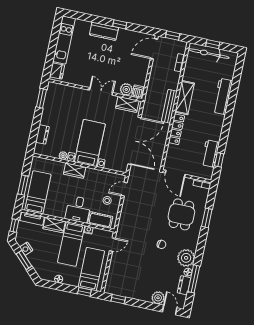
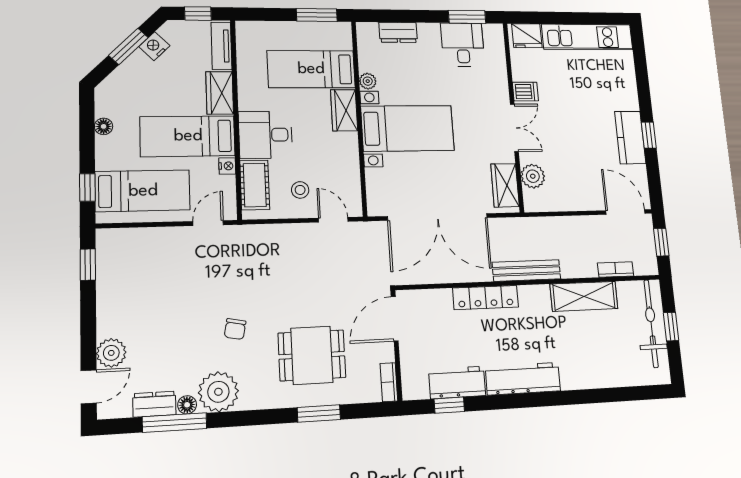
kitchen counter: (104, 31) -> (630, 138), moved
dishwasher: (138, 92) -> (525, 92), moved
workbench: (223, 96) -> (523, 379), moved
shelving: (185, 98) -> (584, 296), moved
desk: (55, 105) -> (463, 45), added
window: (23, 185) -> (317, 15), moved
bed: (38, 192) -> (311, 69), moved, turned 180
door: (112, 245) -> (208, 223), swing flipped

